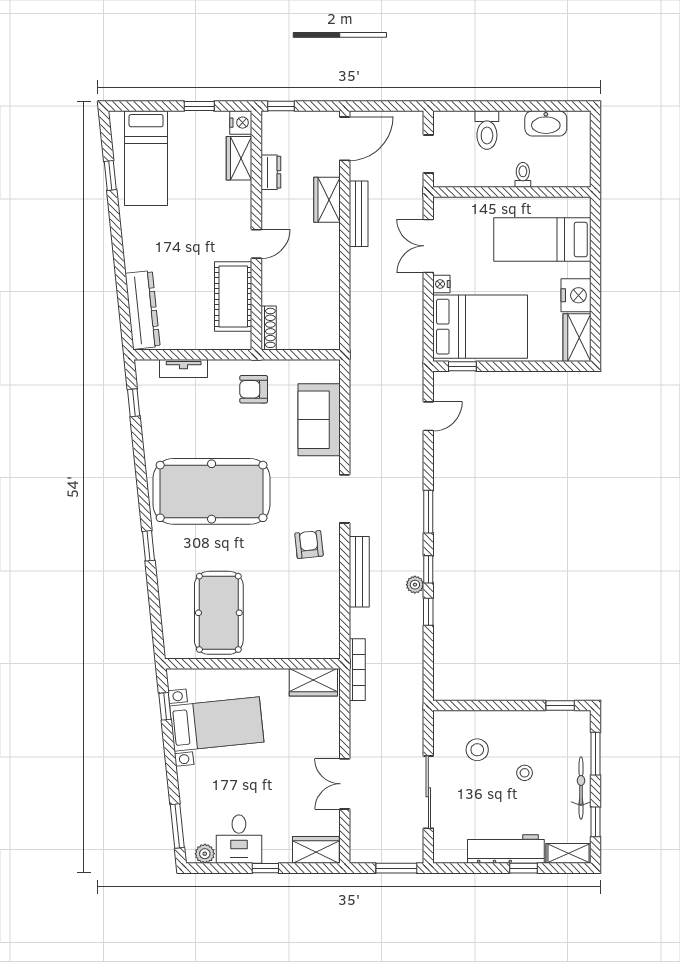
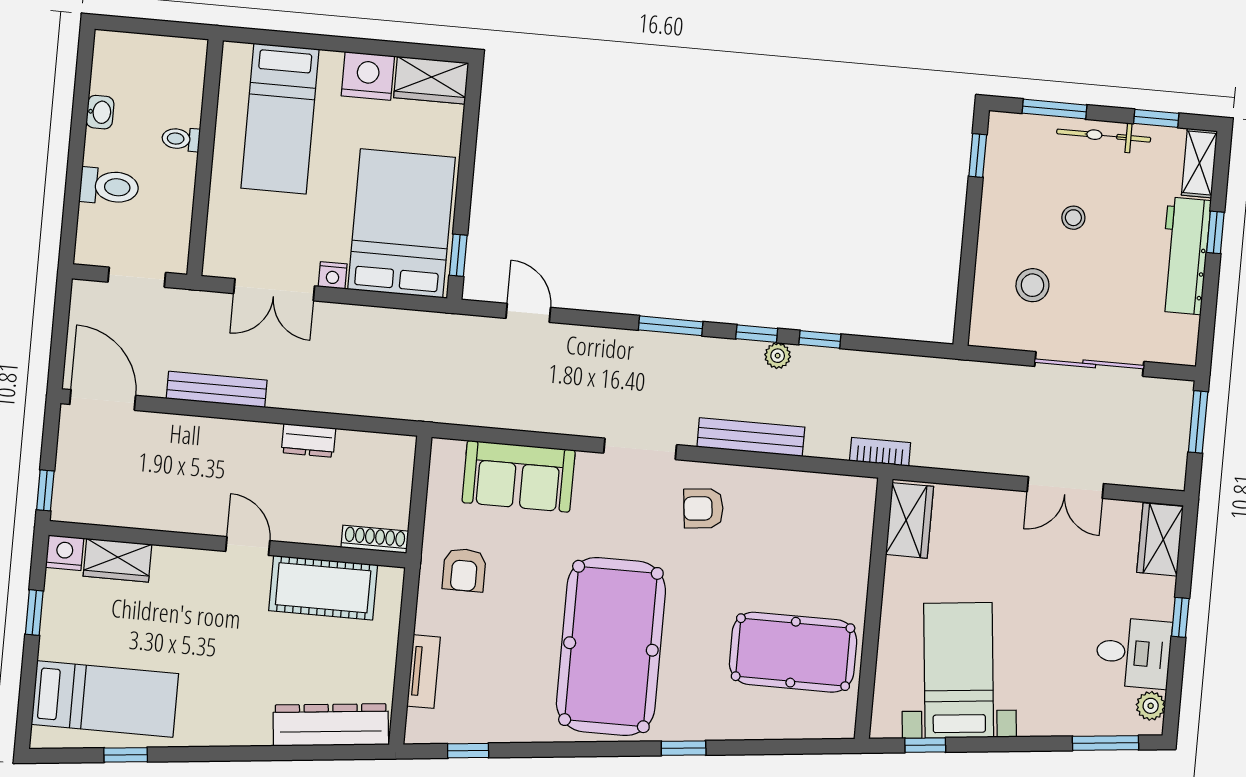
washbasin: (546, 123) -> (100, 112), width x0.52, depth x0.69
dresser: (271, 172) -> (309, 440), moved, turned 180
wardrobe: (327, 200) -> (191, 435), removed
bookcase: (357, 670) -> (880, 452), width x0.64

